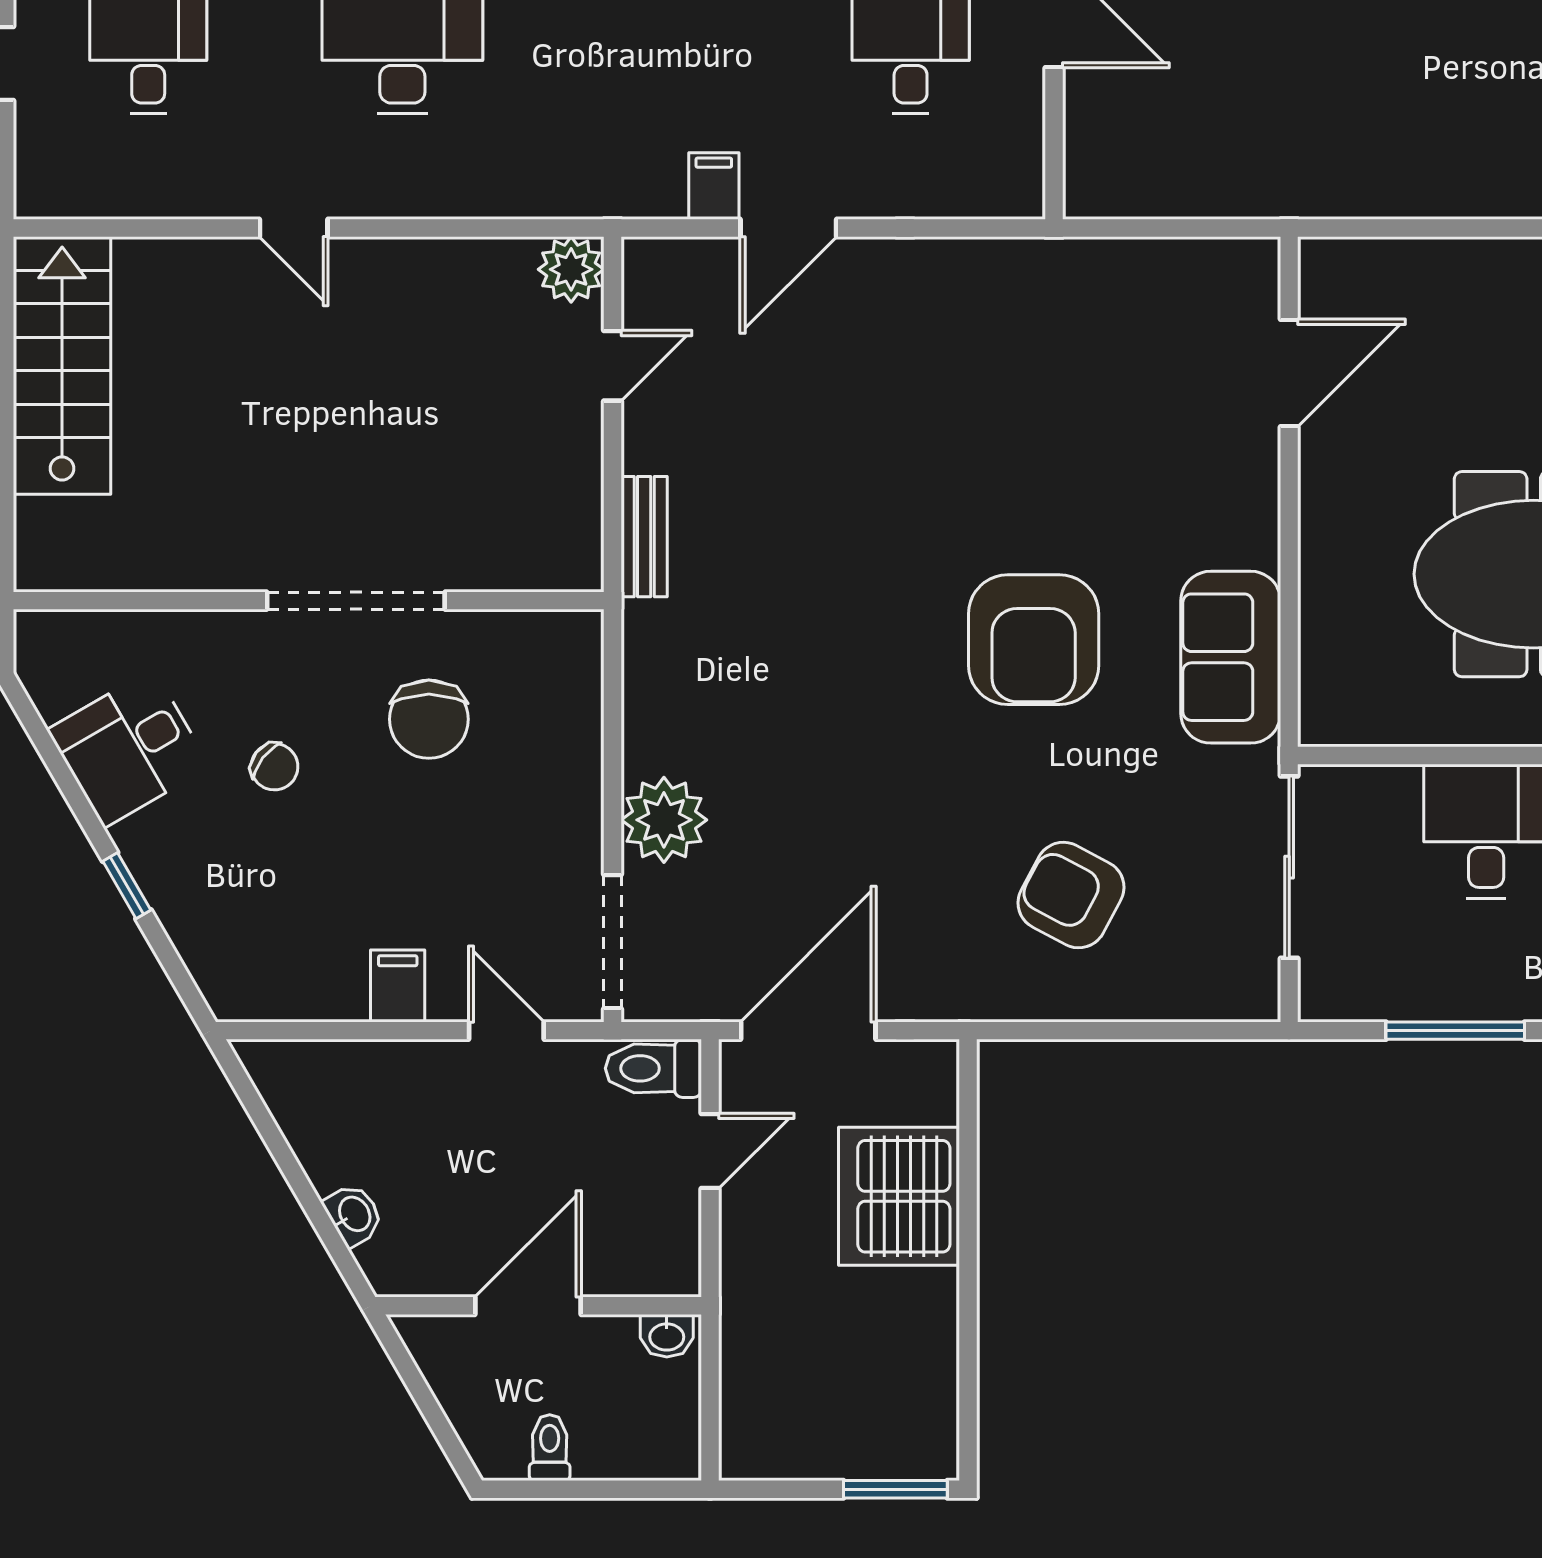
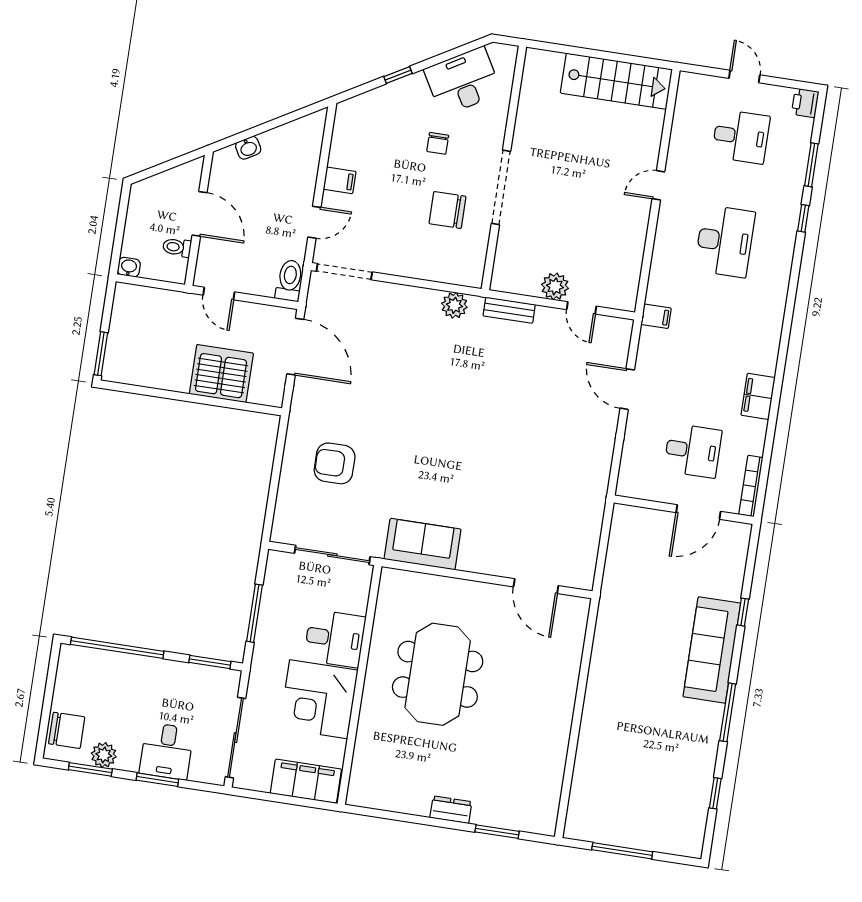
filing cabinet: (714, 186) -> (656, 316), moved
plant: (571, 269) -> (555, 286), moved
armchair: (1034, 640) -> (442, 464), removed
desk: (129, 748) -> (463, 81), width x1.37
chair: (274, 767) -> (438, 143), turned -38
plant: (664, 820) -> (454, 305), moved, width x0.73, depth x0.73
armchair: (1071, 895) -> (335, 463), turned -118
door: (710, 1151) -> (219, 294), moved
washbasin: (667, 1336) -> (129, 267), moved, turned 90
toilet: (550, 1448) -> (177, 247), moved, turned 180

